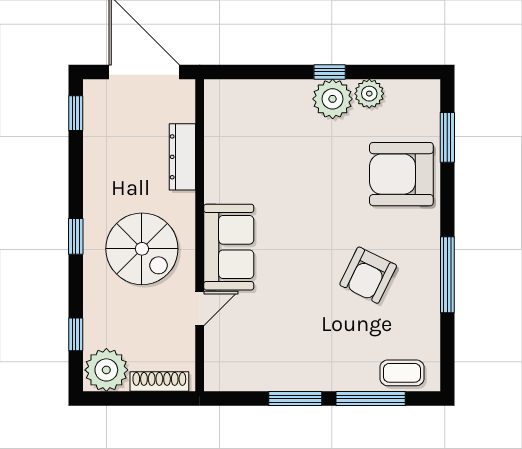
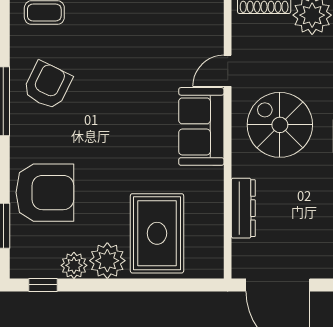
window: (330, 72) -> (43, 285), moved
rug: (278, 129) -> (157, 233), added
armchair: (368, 275) -> (47, 85), moved

